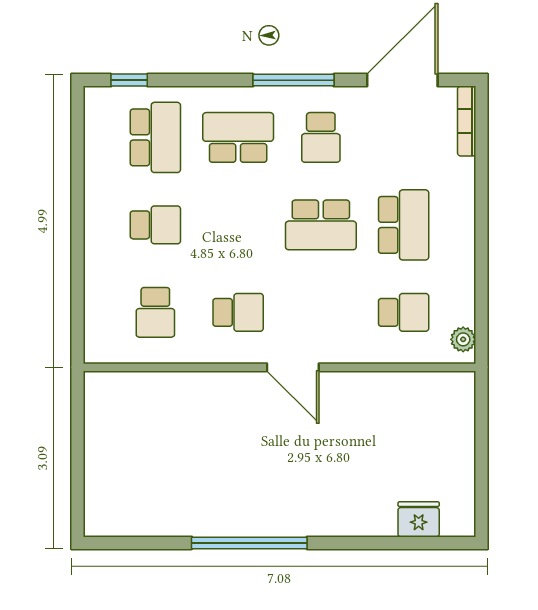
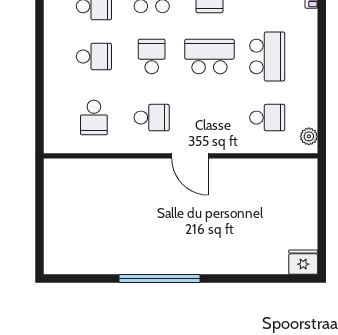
school desk: (238, 225) -> (152, 56), added
school desk: (321, 225) -> (209, 56), turned 180
fridge: (419, 519) -> (303, 262), moved

